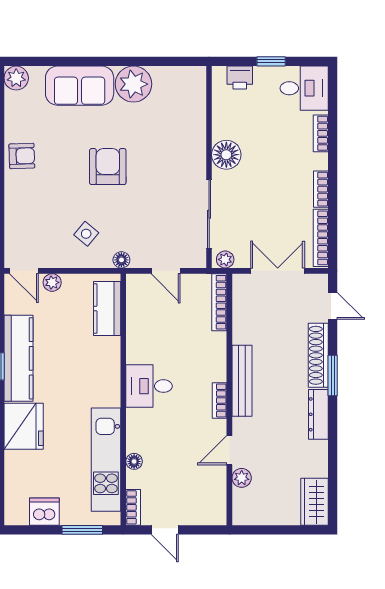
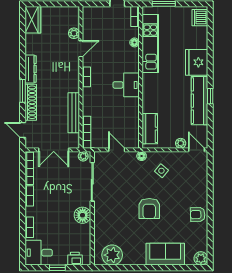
plant: (133, 84) -> (112, 255), moved
bench: (242, 381) -> (74, 113), moved
dishwasher: (44, 512) -> (200, 18), moved, turned 90

